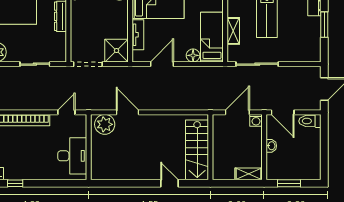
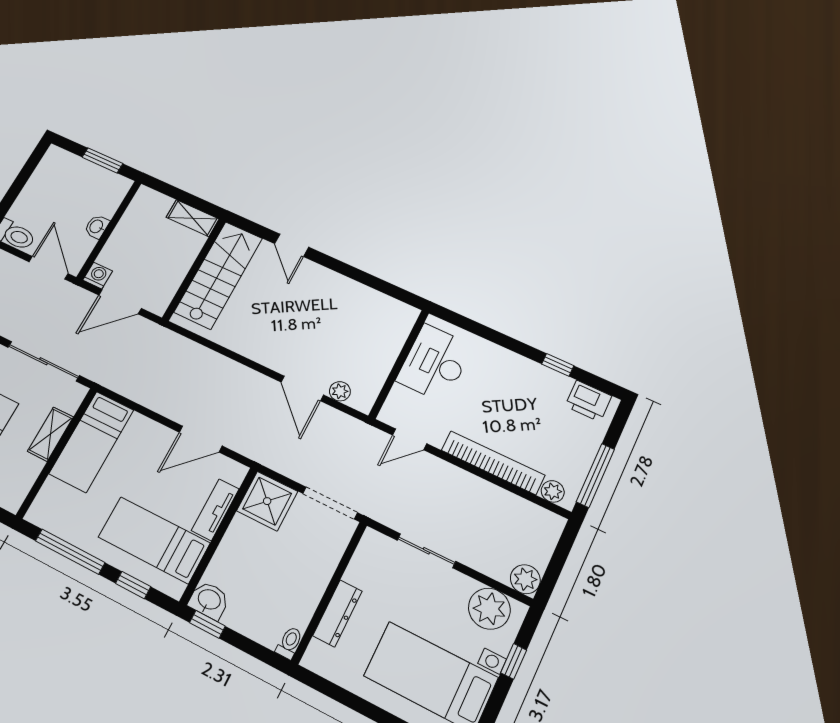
floor lamp: (193, 55) -> (140, 427), removed
plant: (105, 124) -> (340, 391), width x0.53, depth x0.53
shelving: (249, 174) -> (193, 218), moved

